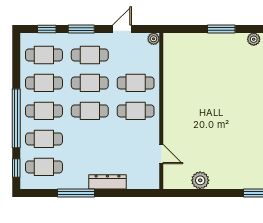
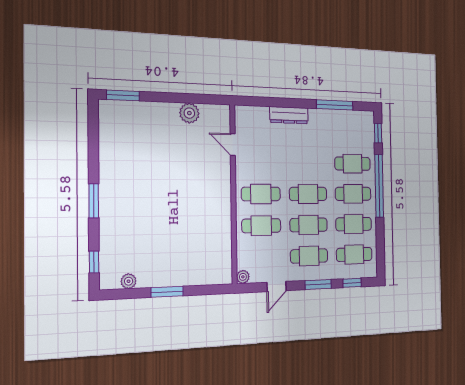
cafe table: (44, 167) -> (352, 134), removed
window: (76, 193) -> (335, 105), moved

